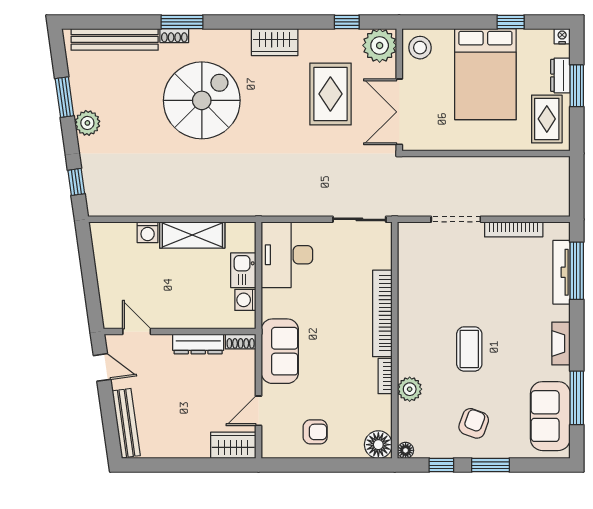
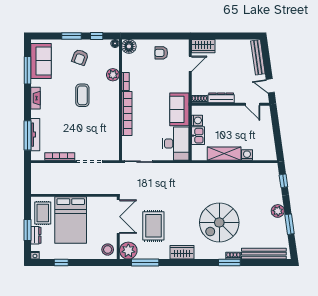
window: (347, 22) -> (145, 263), width x2.17
bed: (485, 74) -> (71, 220), moved, turned 180
sofa: (280, 351) -> (179, 109), moved

